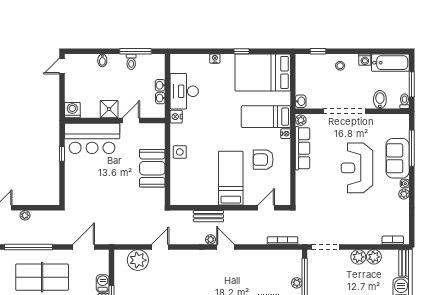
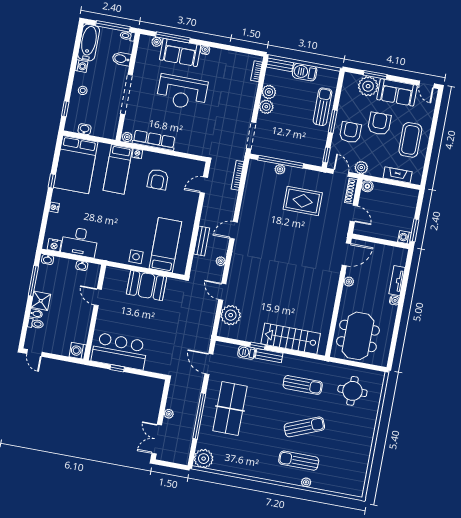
toilet: (131, 62) -> (36, 324), moved
window: (412, 84) -> (113, 26), width x1.44
washbasin: (160, 85) -> (48, 259), moved
washbasin: (301, 101) -> (84, 129), moved
shower: (109, 109) -> (41, 301), moved
nightstand: (176, 117) -> (54, 245), moved
bar counter: (92, 138) -> (119, 351), moved, turned -90
bed: (231, 178) -> (165, 245), moved, turned 90
plant: (404, 194) -> (157, 42), moved
door: (266, 208) -> (204, 185), hinge flipped
plant: (210, 240) -> (221, 261), moved

